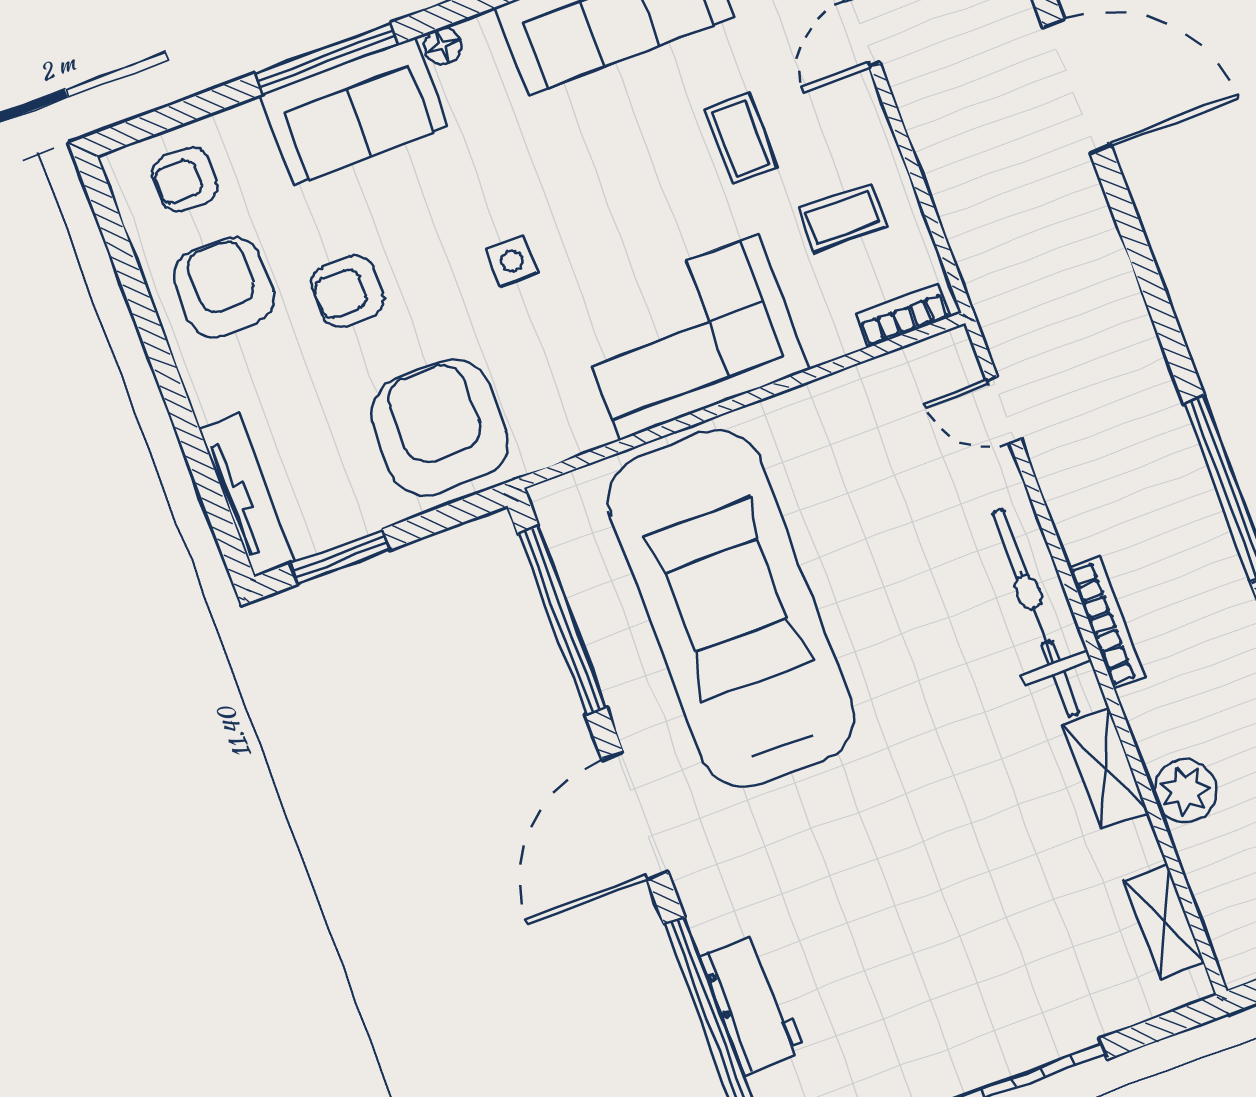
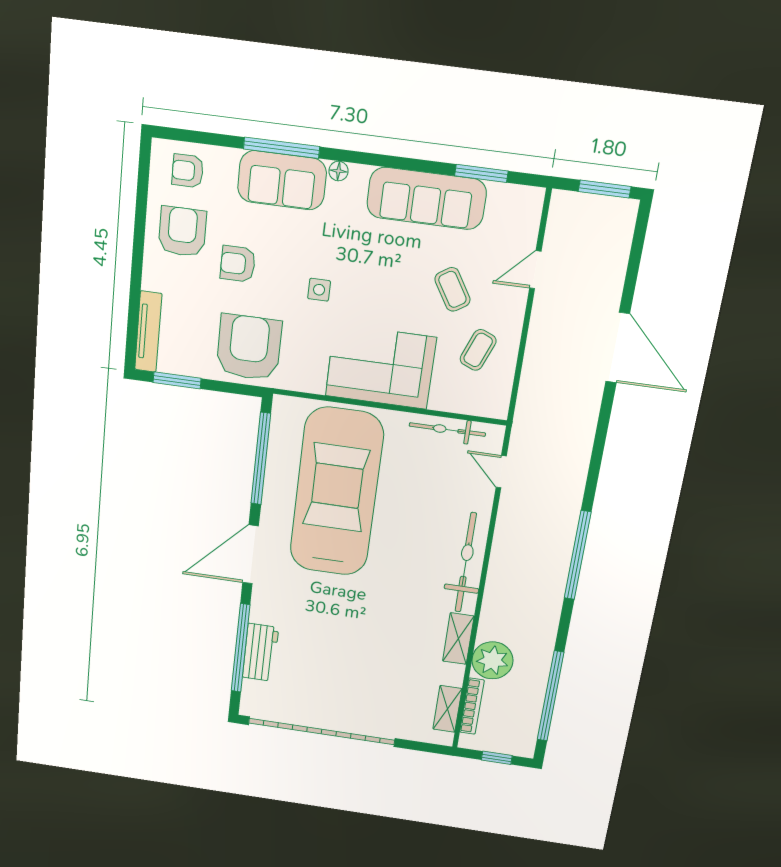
coffee table: (741, 139) -> (452, 289), turned -32
coffee table: (842, 218) -> (478, 350), turned -69
bookcase: (903, 316) -> (481, 408), removed
bicycle: (866, 386) -> (447, 430), added
bookcase: (1107, 622) -> (472, 706), moved
plant: (1185, 791) -> (492, 660), width x1.36, depth x1.36

